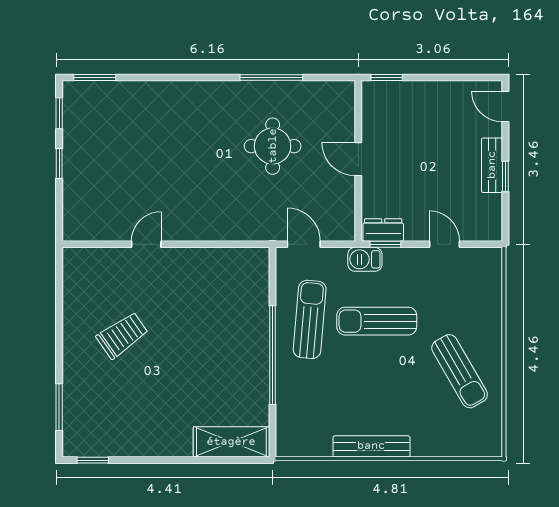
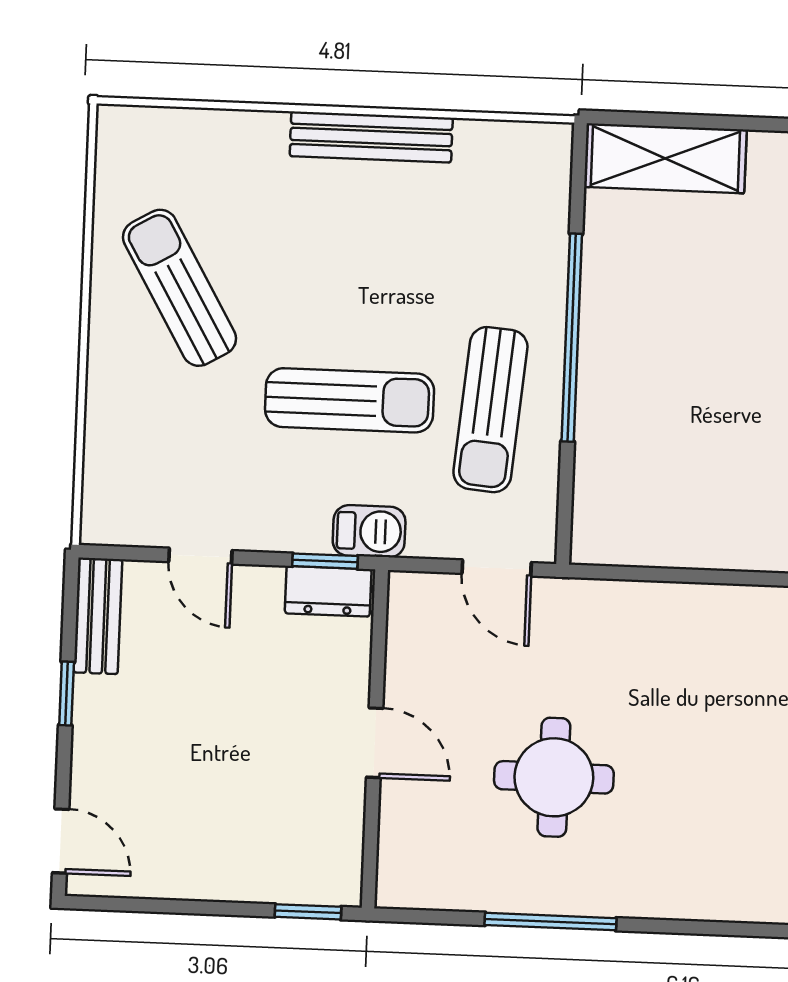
bench: (492, 165) -> (98, 616), moved

